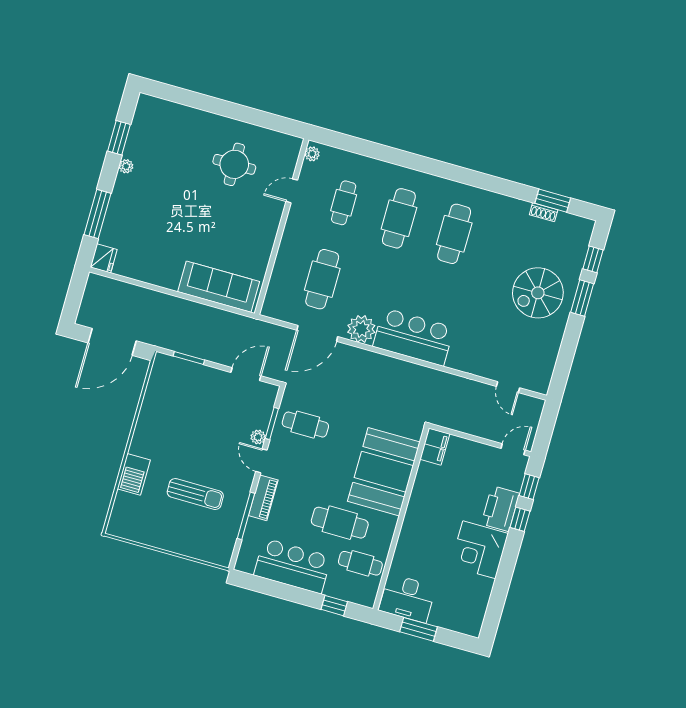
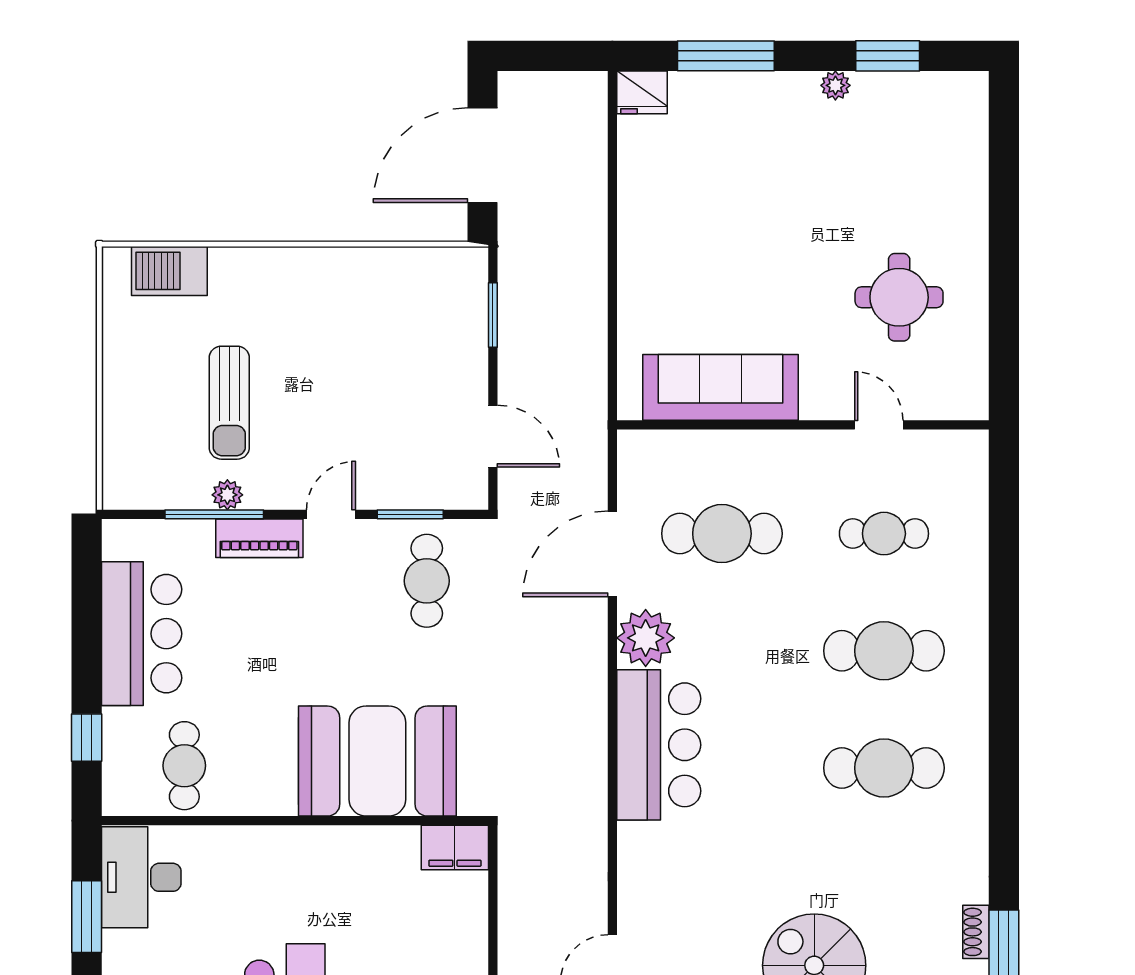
plant: (312, 154) -> (963, 444), removed
sofa: (219, 287) -> (720, 387), moved, turned -90
door: (317, 333) -> (612, 554), hinge flipped
door: (112, 342) -> (483, 155), hinge flipped
plant: (258, 437) -> (227, 495), moved
barbecue: (134, 474) -> (169, 271), moved
cafe table: (340, 523) -> (253, 703), removed

